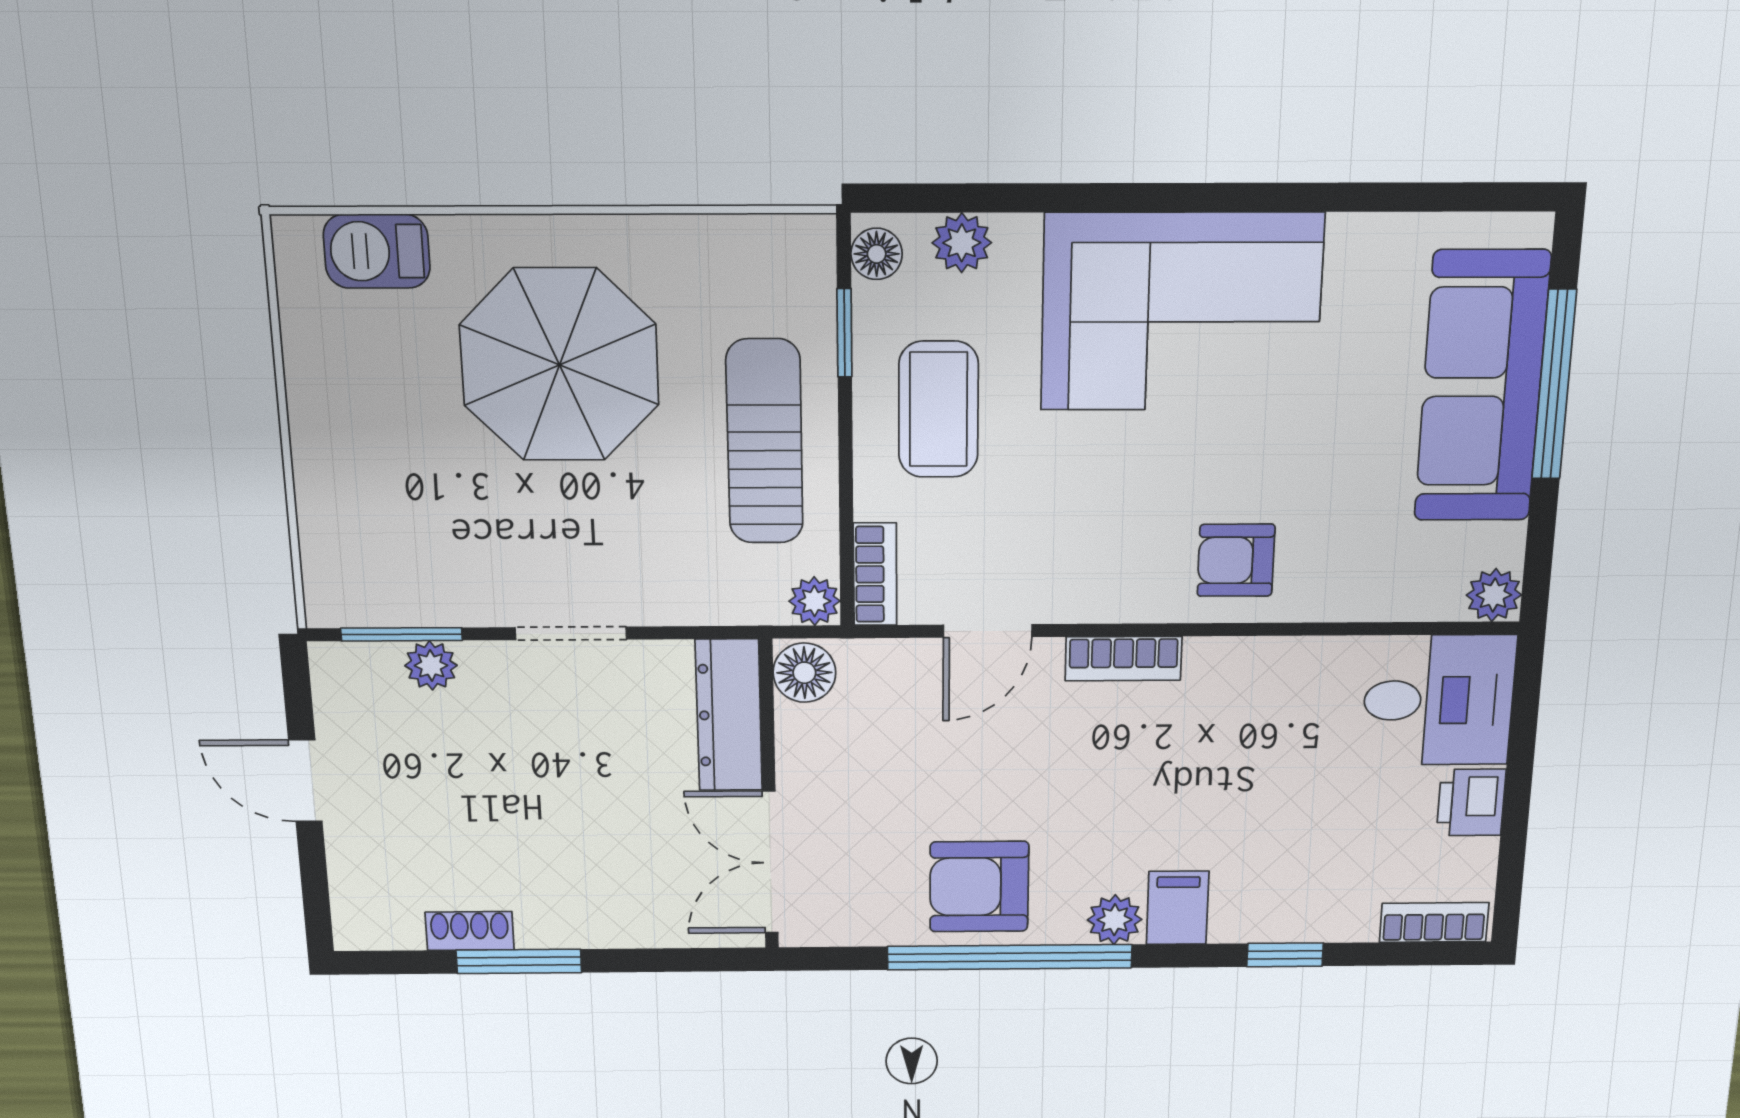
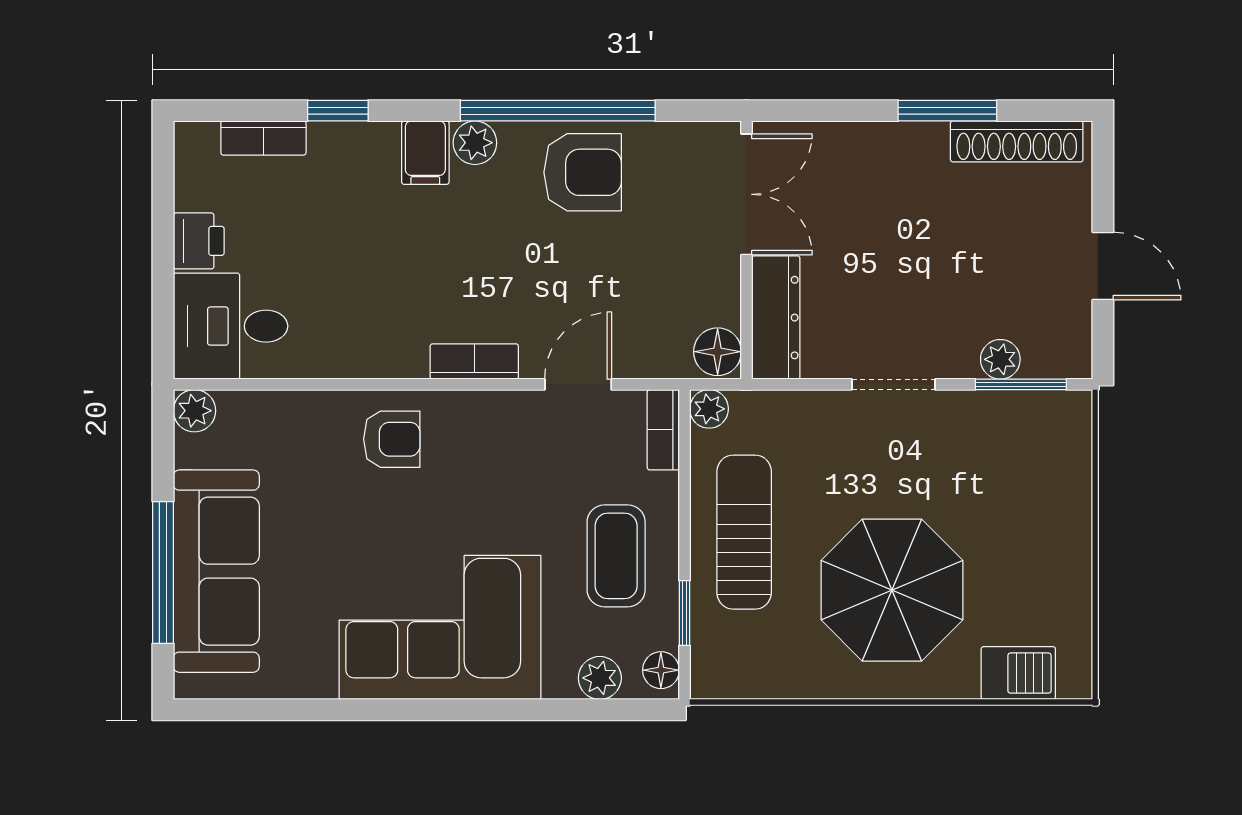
sun lounger: (765, 442) -> (744, 532), turned 180
bookcase: (1434, 922) -> (263, 138), moved
shoe rack: (470, 931) -> (1017, 141), width x1.94, depth x1.24

